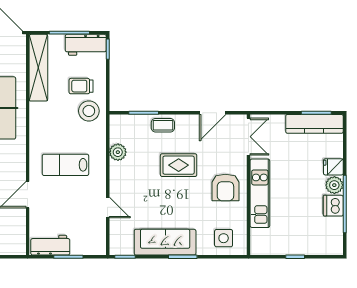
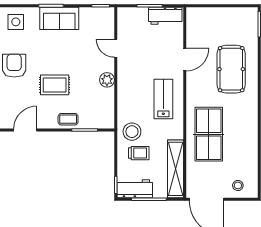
plant: (118, 152) -> (107, 80), moved
lab bench: (65, 165) -> (163, 99), moved, turned -90
sofa: (165, 242) -> (59, 18), width x0.73

